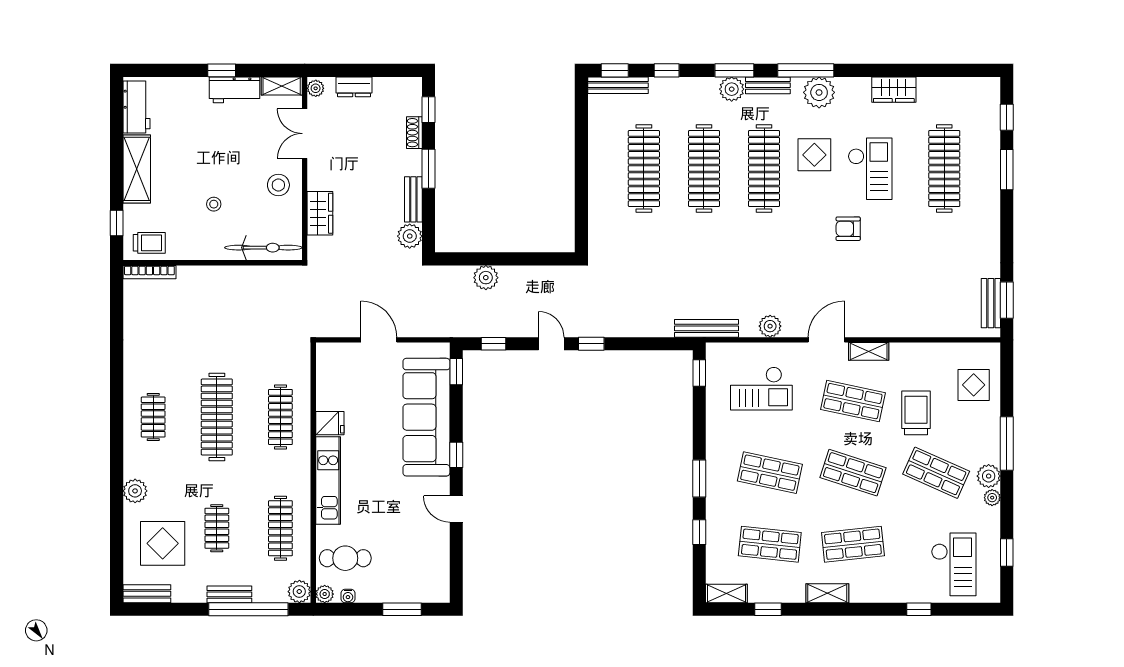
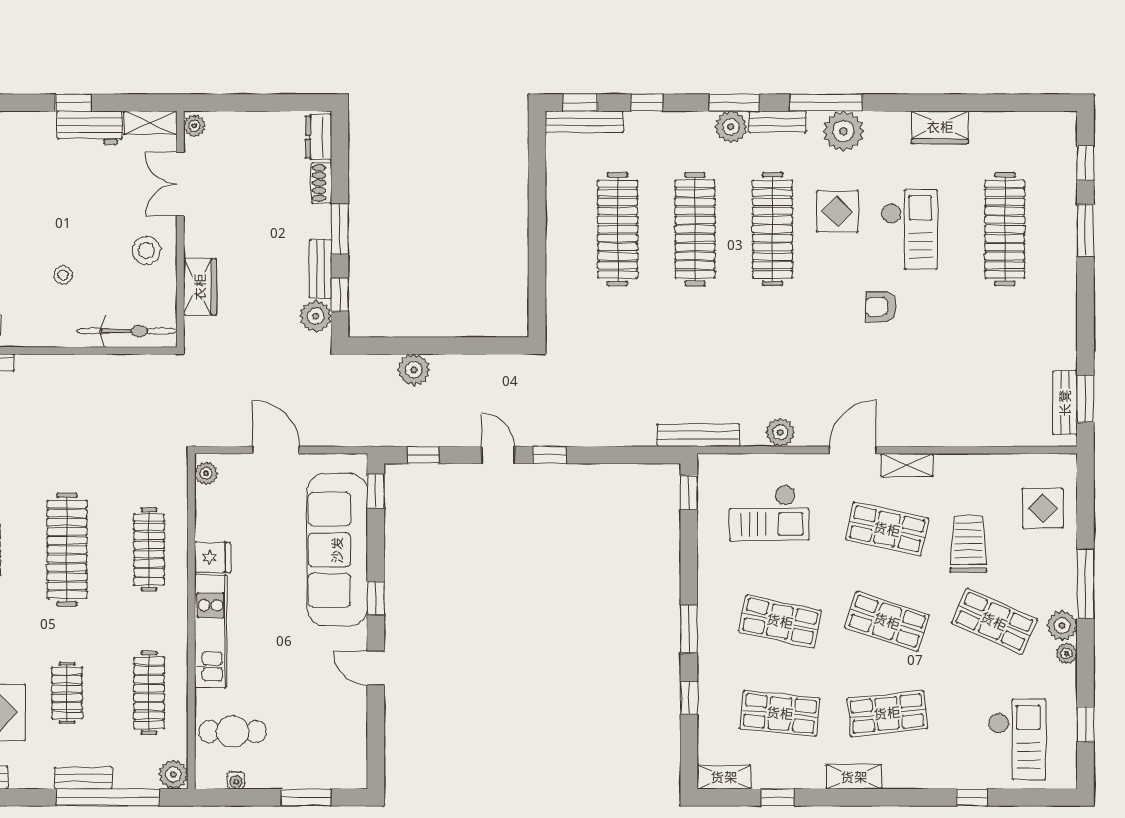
dresser: (354, 87) -> (319, 137), moved, turned 90
window: (428, 110) -> (340, 295), moved
plant: (325, 594) -> (206, 473), moved

